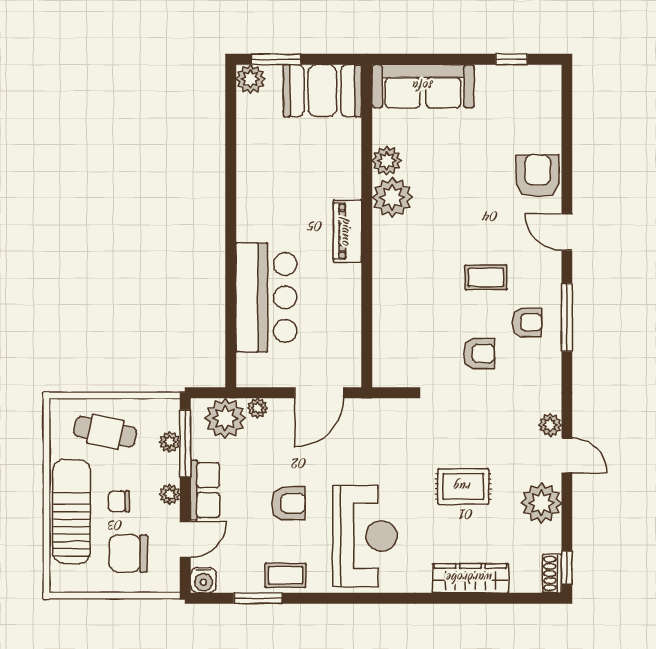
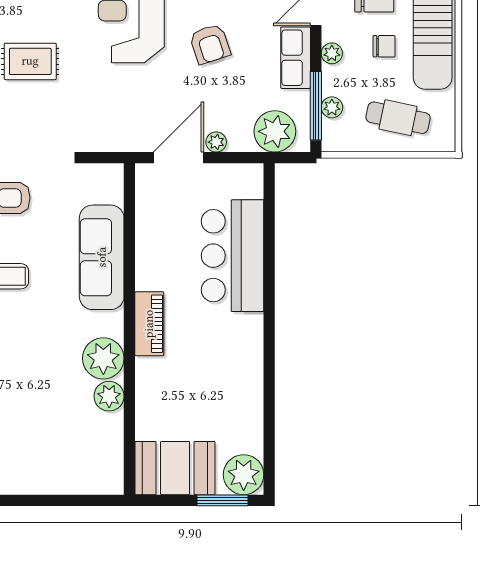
plant: (250, 79) -> (244, 475), width x1.36, depth x1.36
sofa: (423, 86) -> (102, 257), moved, turned -90
plant: (257, 408) -> (216, 142), moved
armchair: (288, 503) -> (210, 44), turned -108

